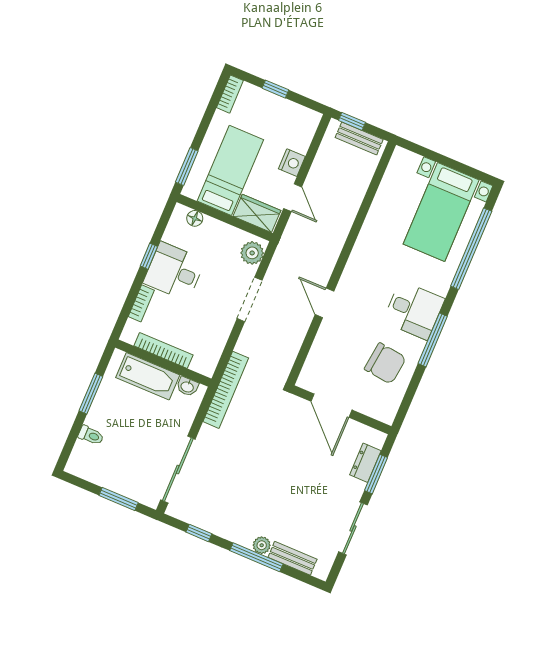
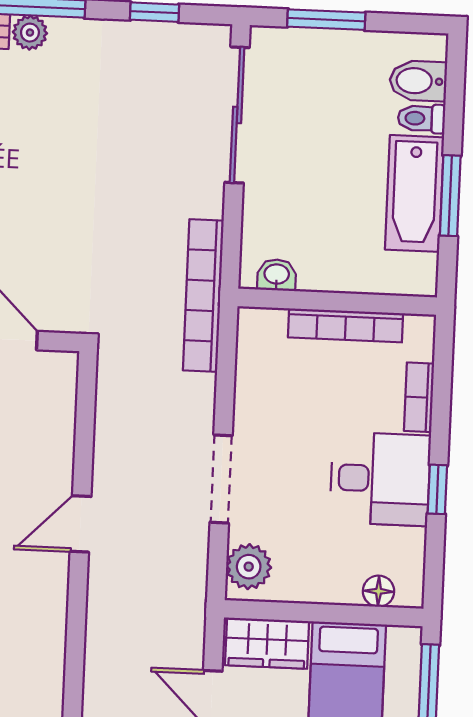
door: (324, 303) -> (81, 524), swing flipped
bathtub: (148, 376) -> (415, 193), moved, turned -90
bidet: (86, 454) -> (418, 81), added

